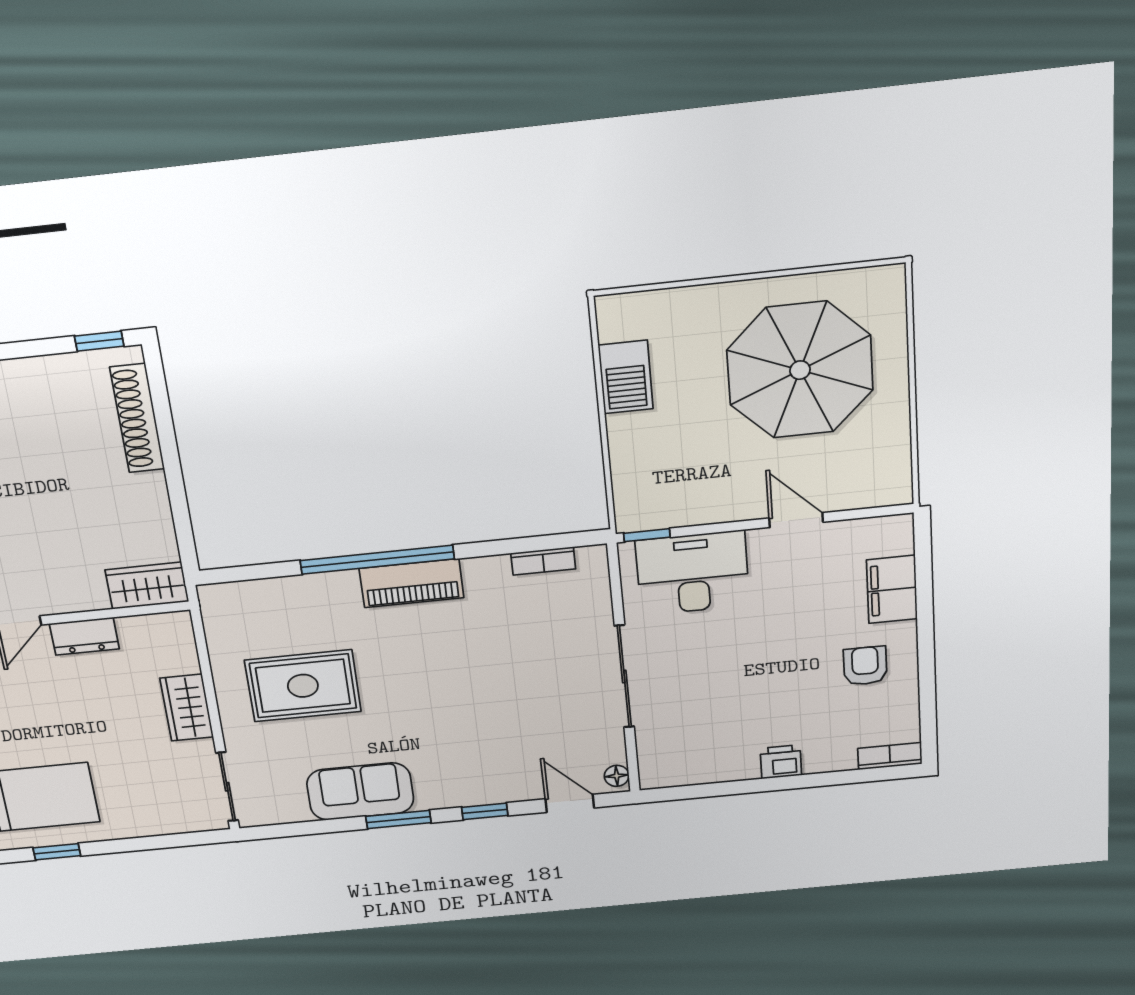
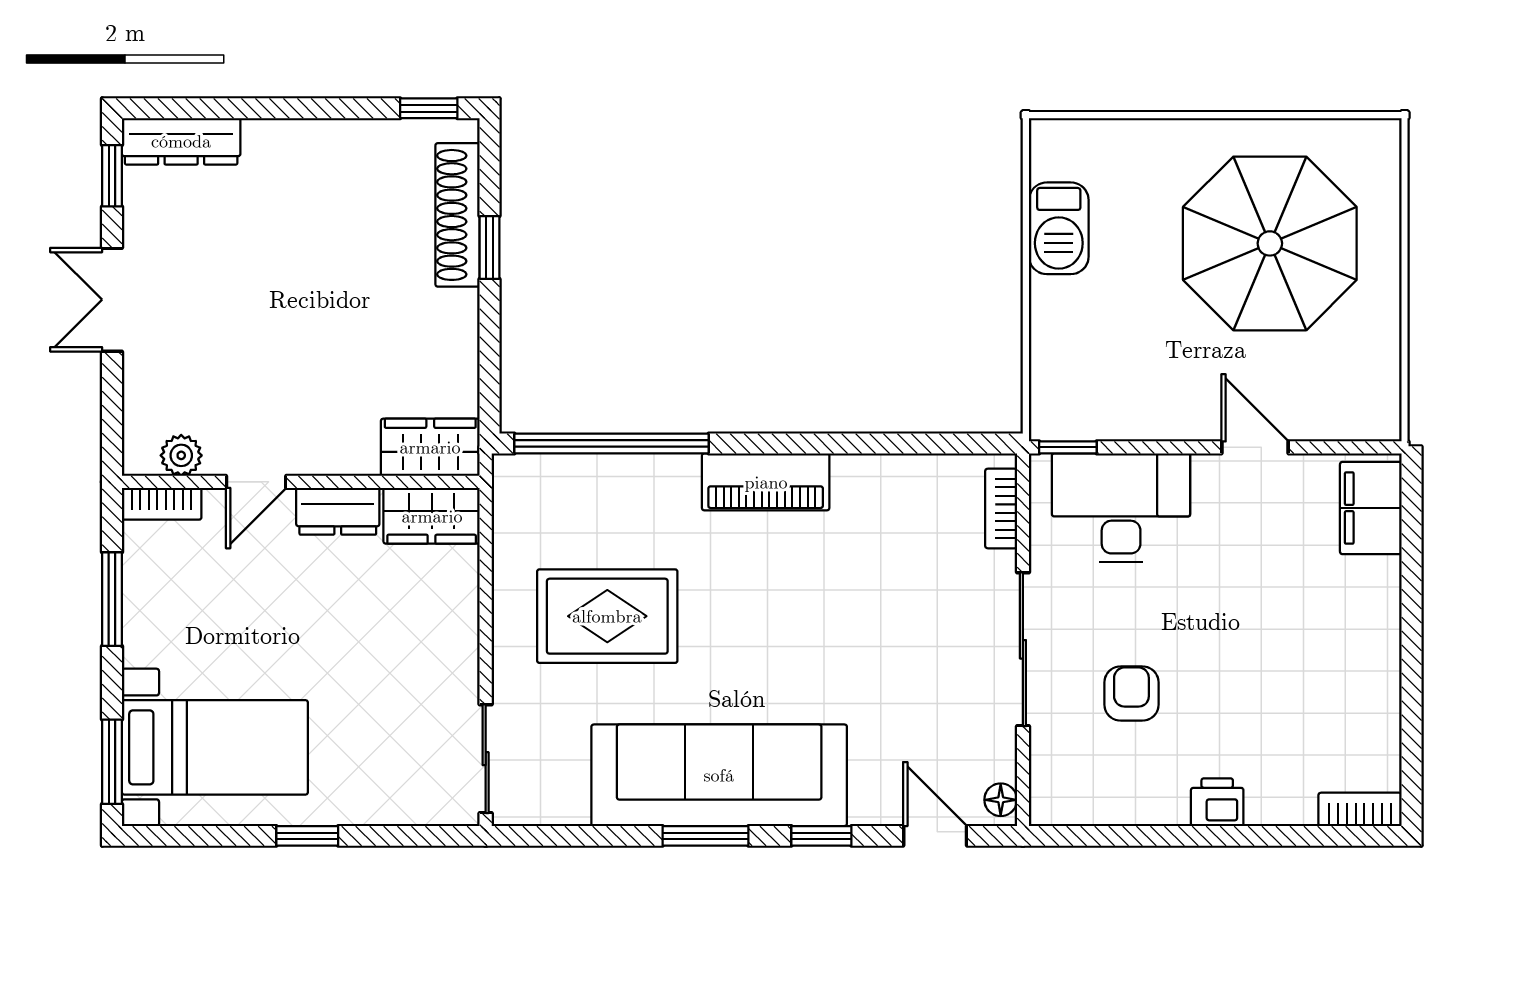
window: (167, 439) -> (490, 247), added
window: (377, 560) -> (611, 443), moved
bookcase: (543, 561) -> (1001, 508), moved, turned 90
filing cabinet: (892, 589) -> (1371, 508), moved
armchair: (865, 666) -> (1131, 694), moved
wardrobe: (187, 708) -> (432, 516), moved, turned -90
sofa: (360, 791) -> (719, 775), width x1.85, depth x1.27
window: (57, 852) -> (307, 836), moved

